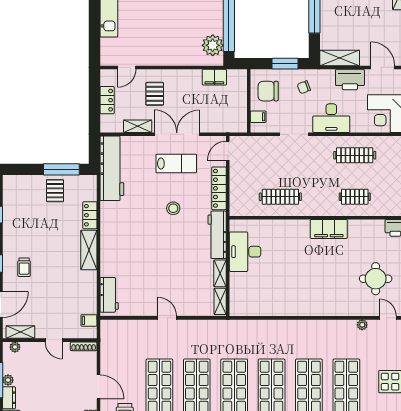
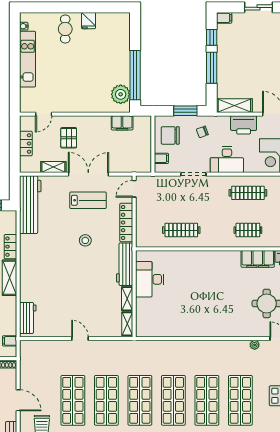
filing cabinet: (329, 229) -> (258, 259), moved

